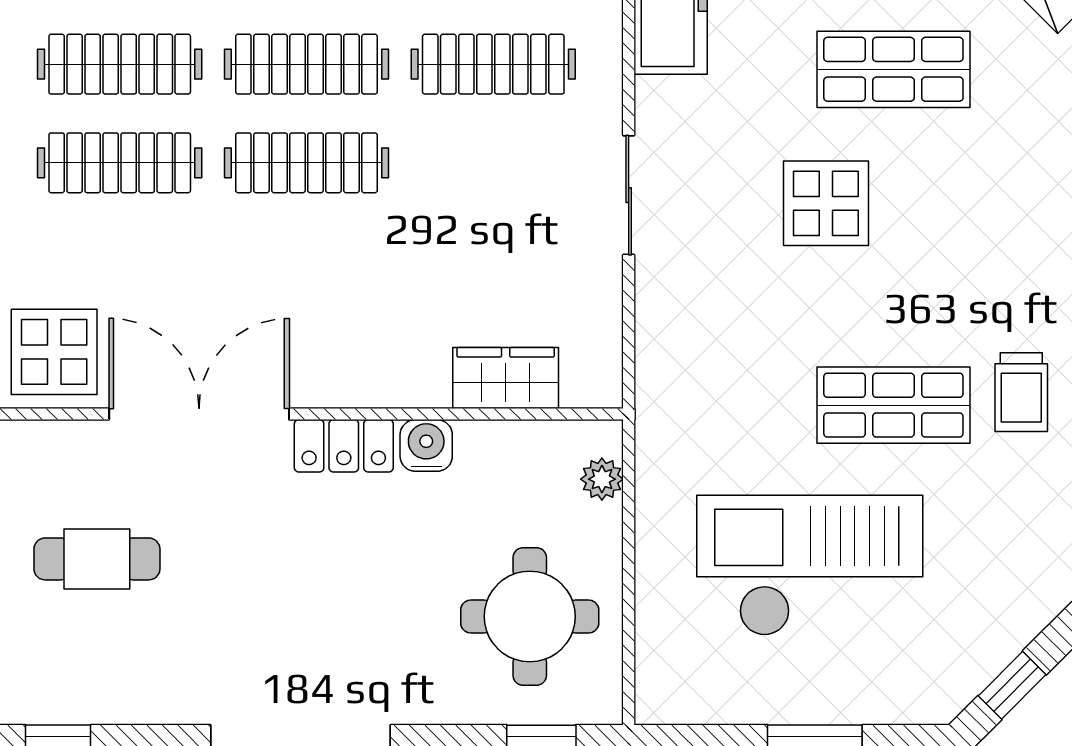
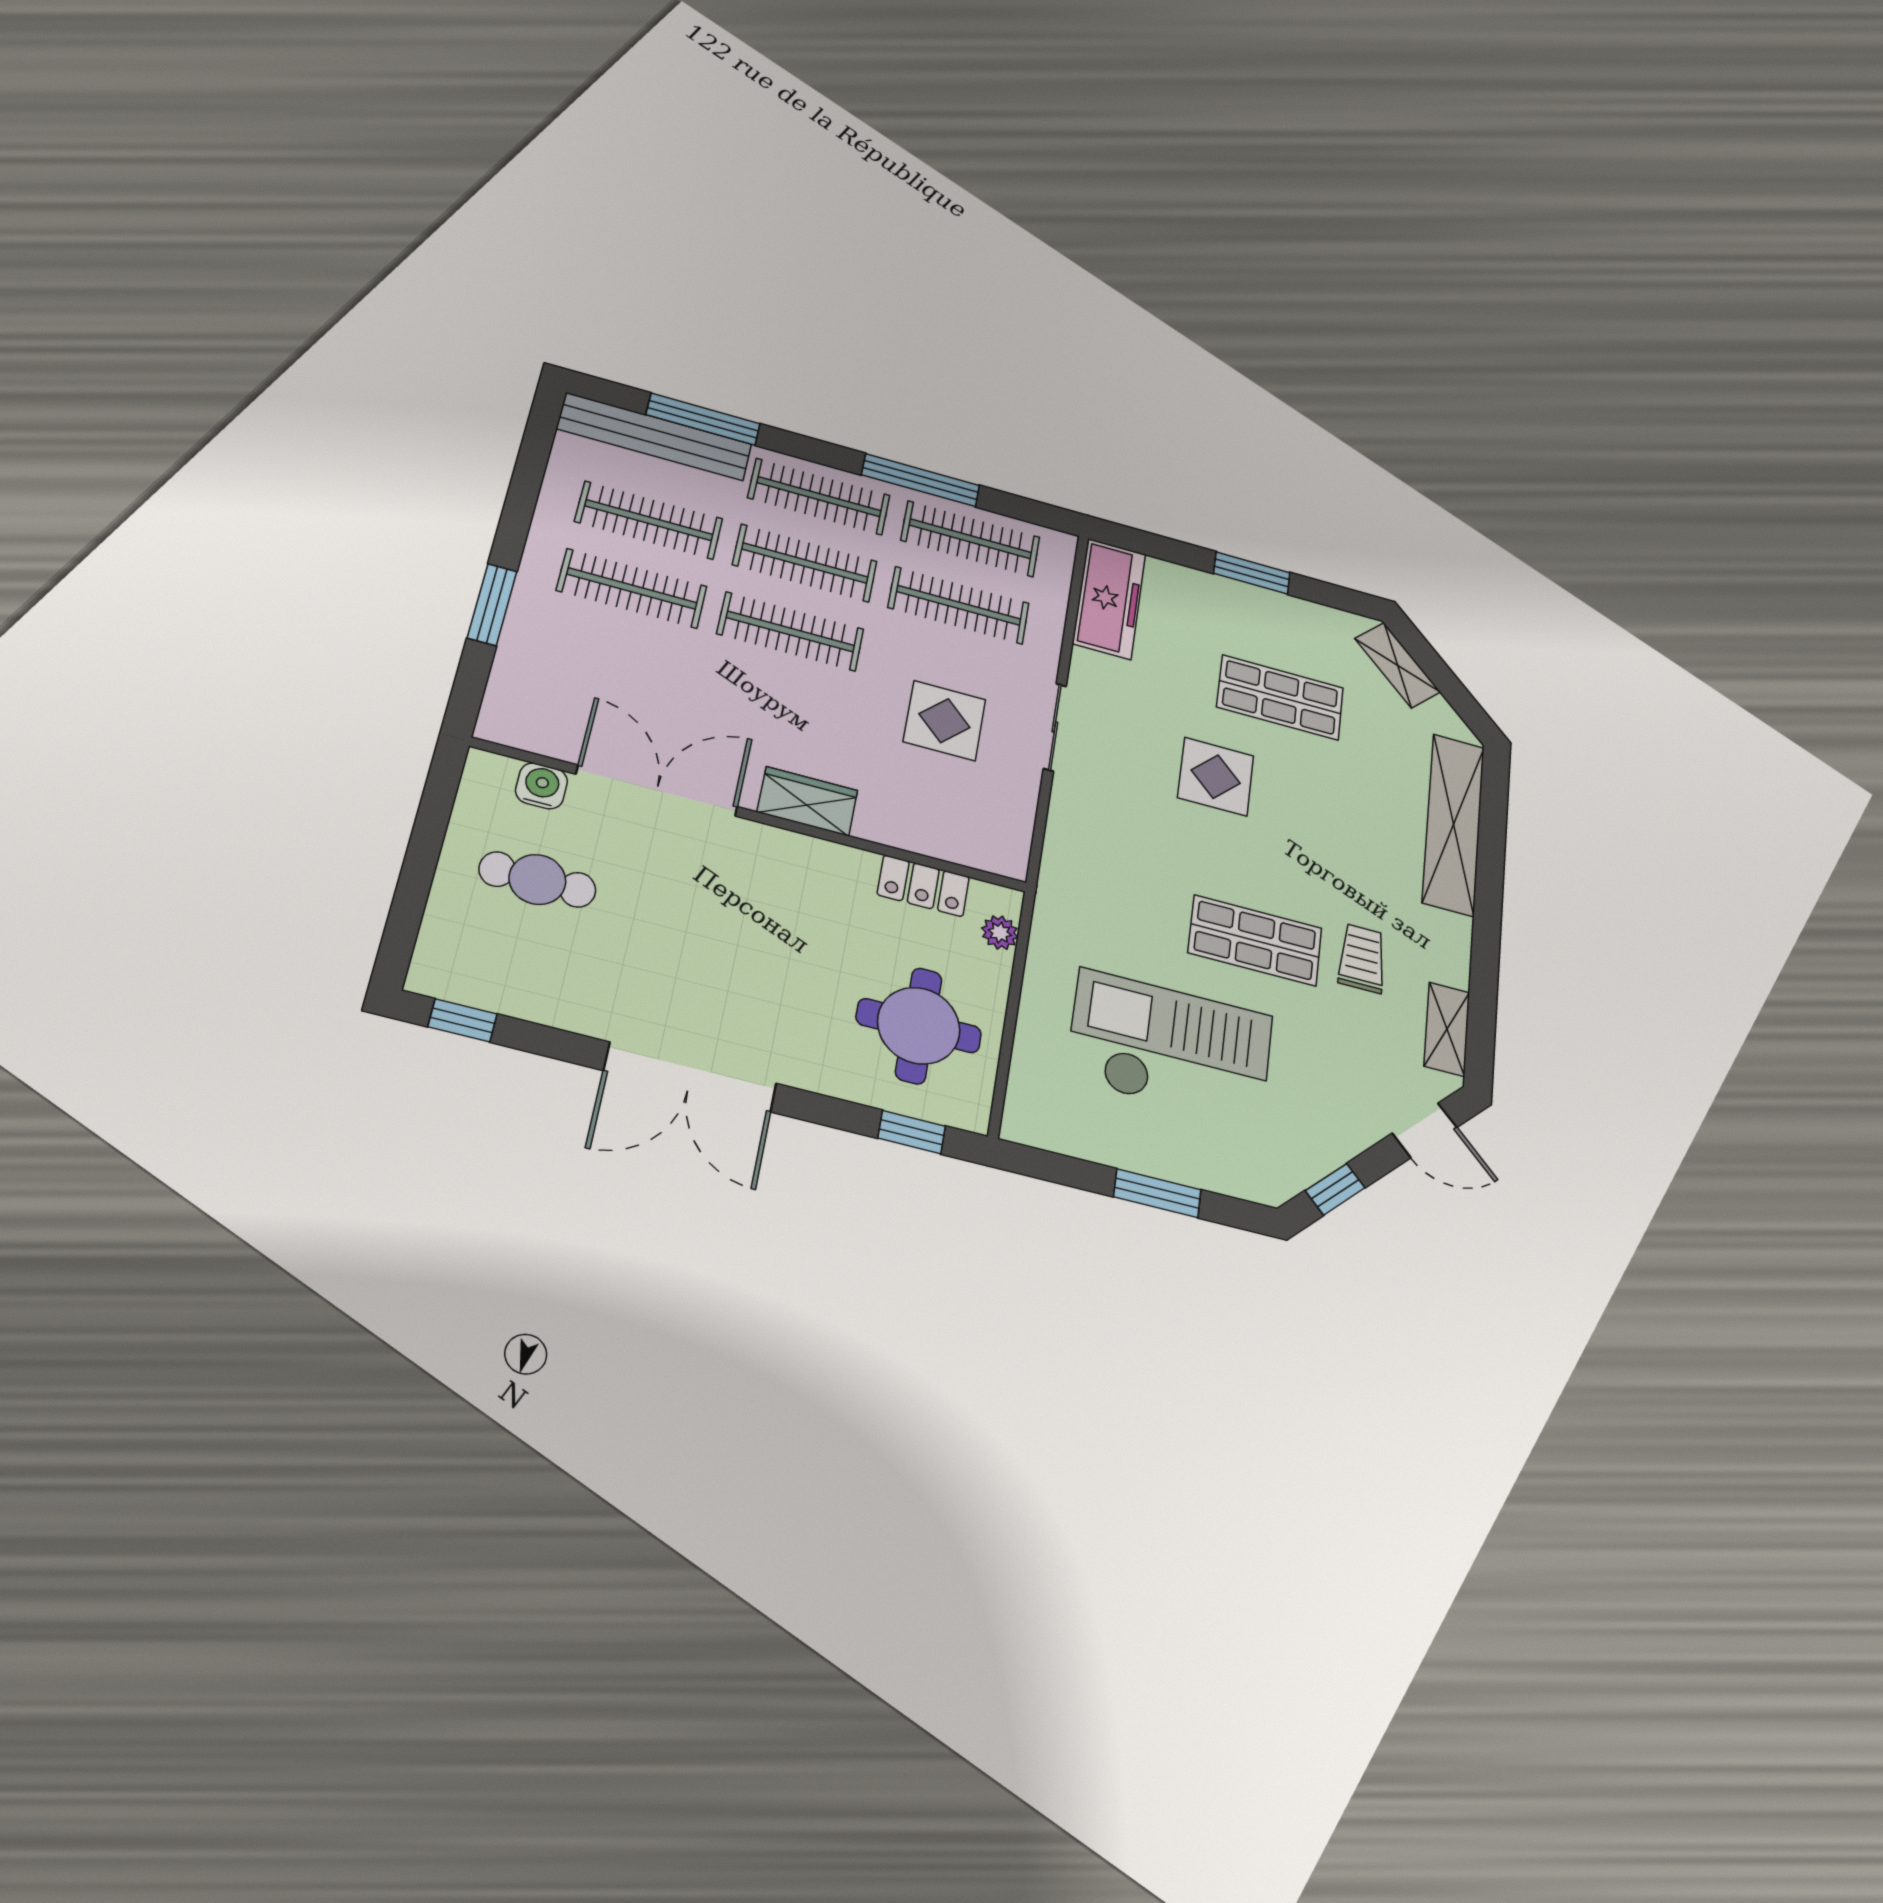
display table: (54, 352) -> (944, 721), moved
wardrobe: (506, 378) -> (807, 801), moved
trolley: (1021, 392) -> (1362, 958), turned 180
water cooler: (426, 445) -> (541, 786), moved
locker: (344, 446) -> (923, 886), moved

